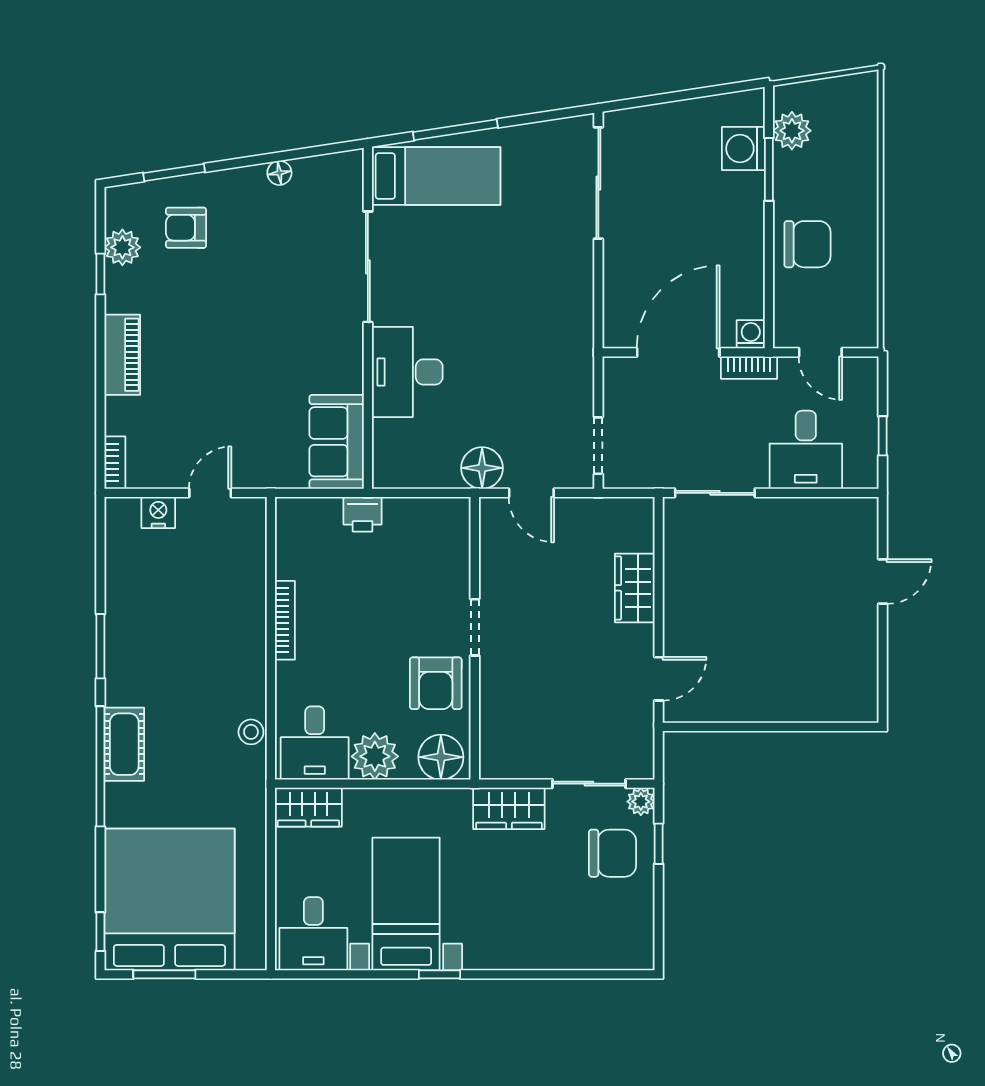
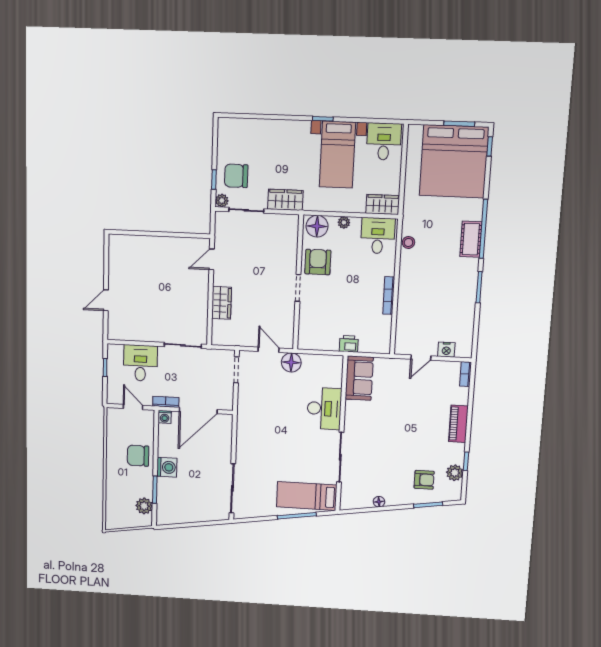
washing machine: (743, 149) -> (167, 467), moved
plant: (375, 756) -> (344, 222), width x0.53, depth x0.53

